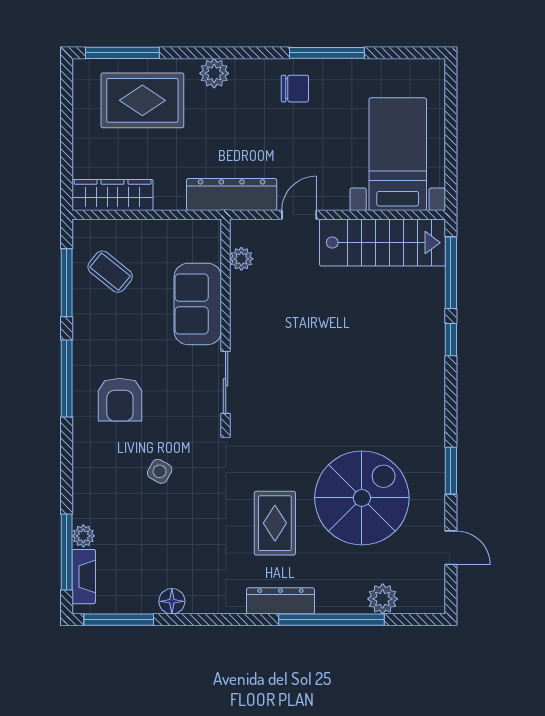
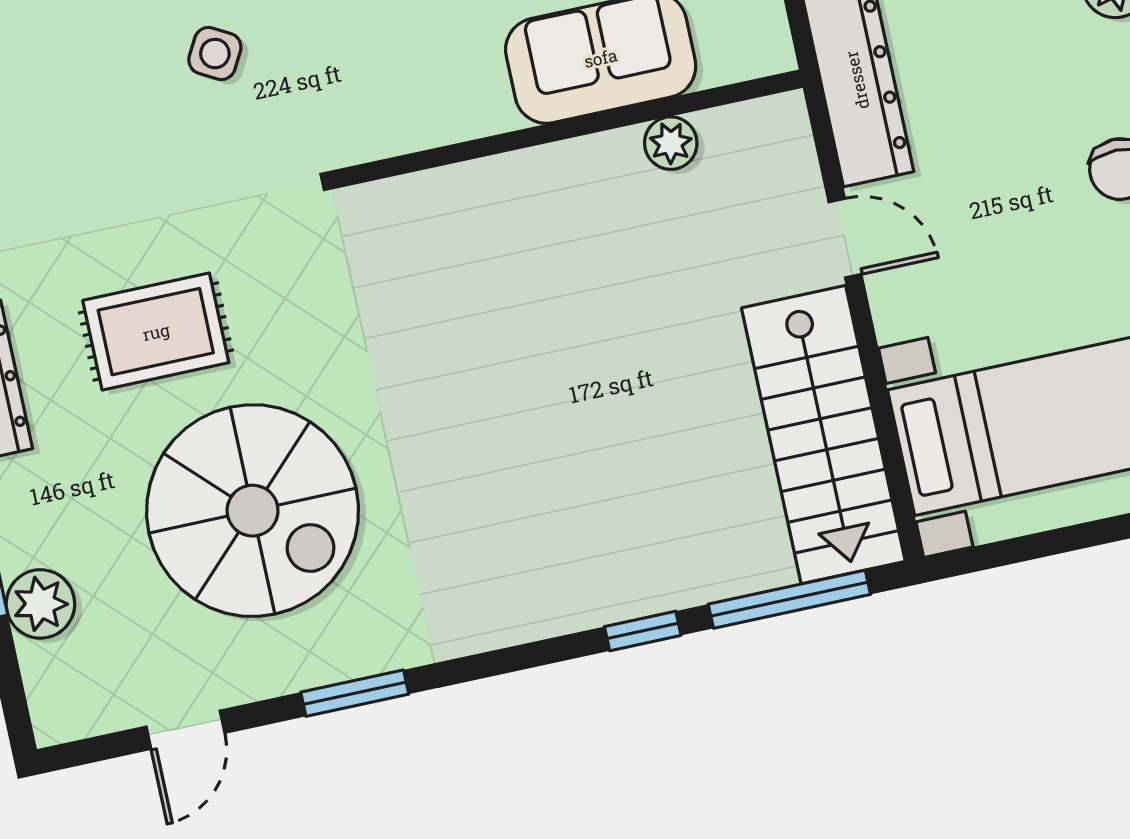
plant: (241, 259) -> (671, 143), moved
sliding door: (226, 382) -> (442, 156), removed

